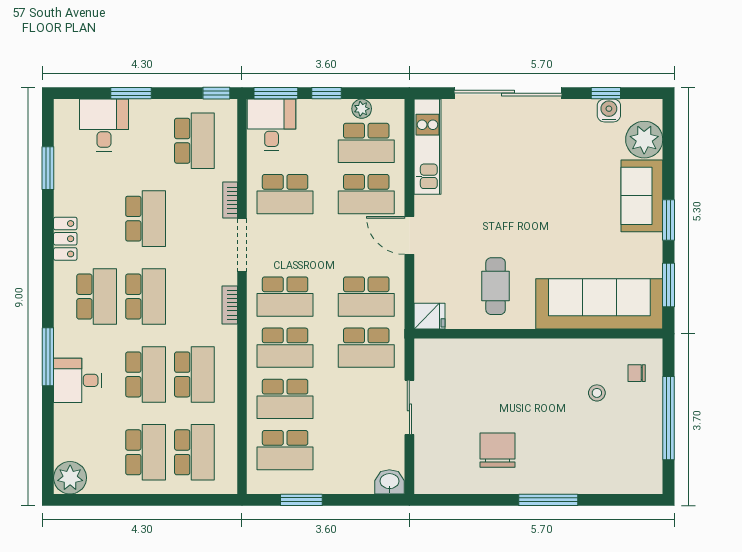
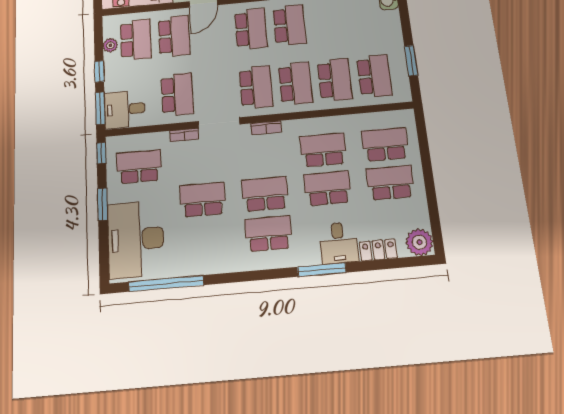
window: (131, 93) -> (103, 204), moved
desk: (104, 125) -> (136, 239), width x1.87, depth x1.30
window: (48, 168) -> (166, 283), width x2.11
locker: (65, 239) -> (378, 250), moved

